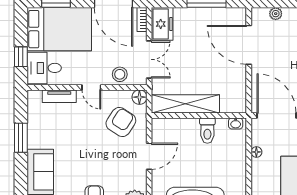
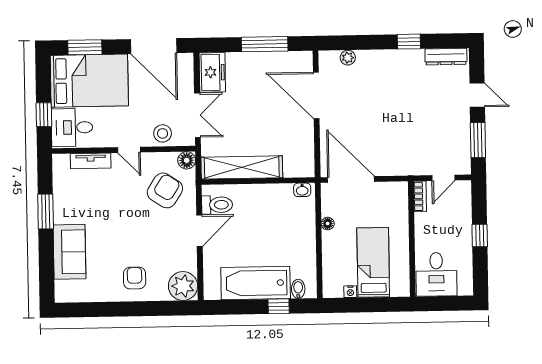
bookcase: (142, 19) -> (188, 67), removed
toilet: (207, 131) -> (217, 205), moved, turned -90

